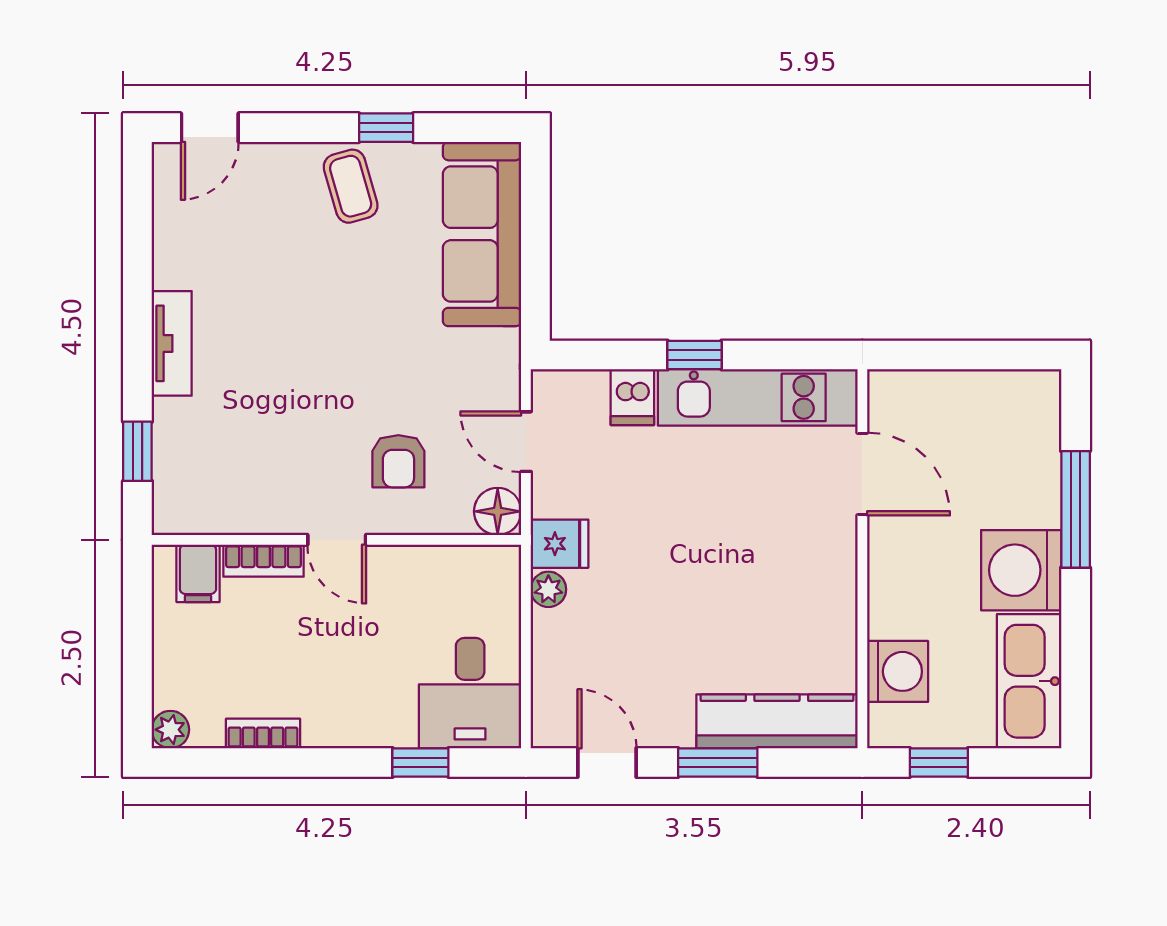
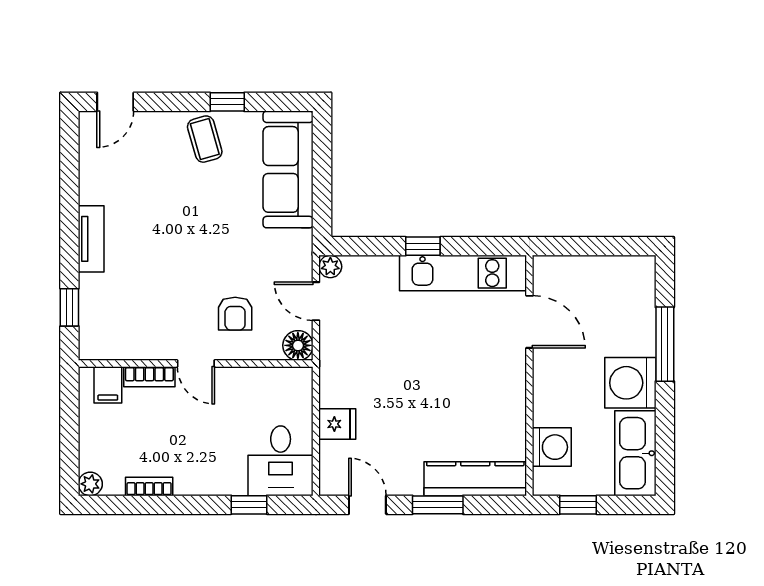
dishwasher: (632, 397) -> (384, 273), removed
fridge: (559, 544) -> (337, 424), moved
plant: (548, 589) -> (330, 267), moved

